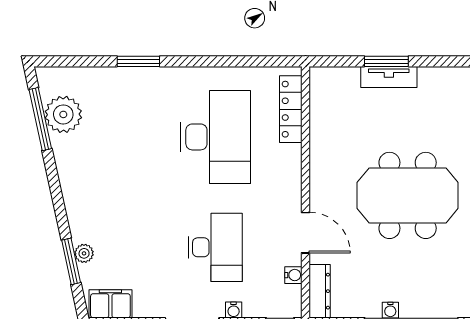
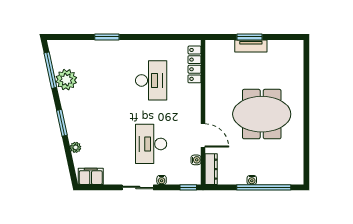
plant: (63, 114) -> (66, 80), moved
desk: (215, 137) -> (151, 80), width x0.73, depth x0.77
desk: (215, 247) -> (151, 144), turned 180
window: (71, 261) -> (62, 123), moved

